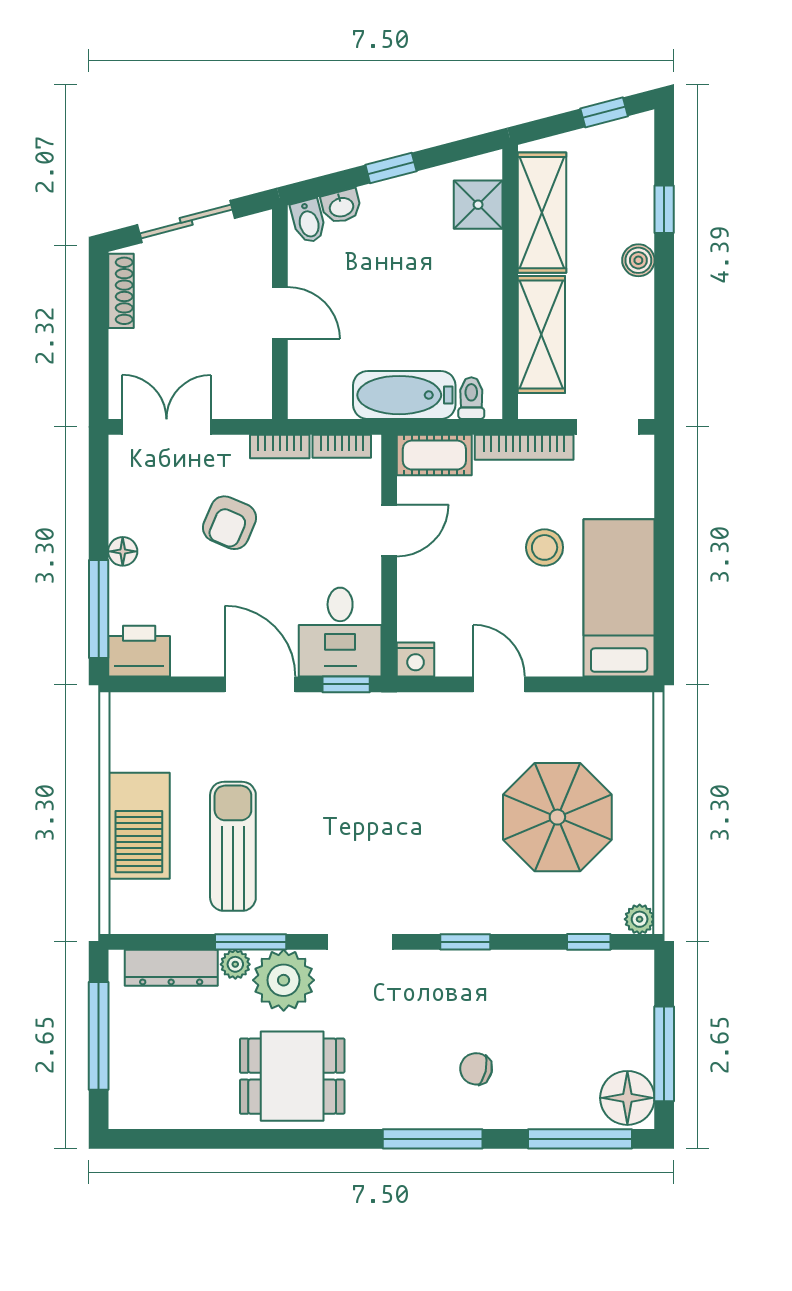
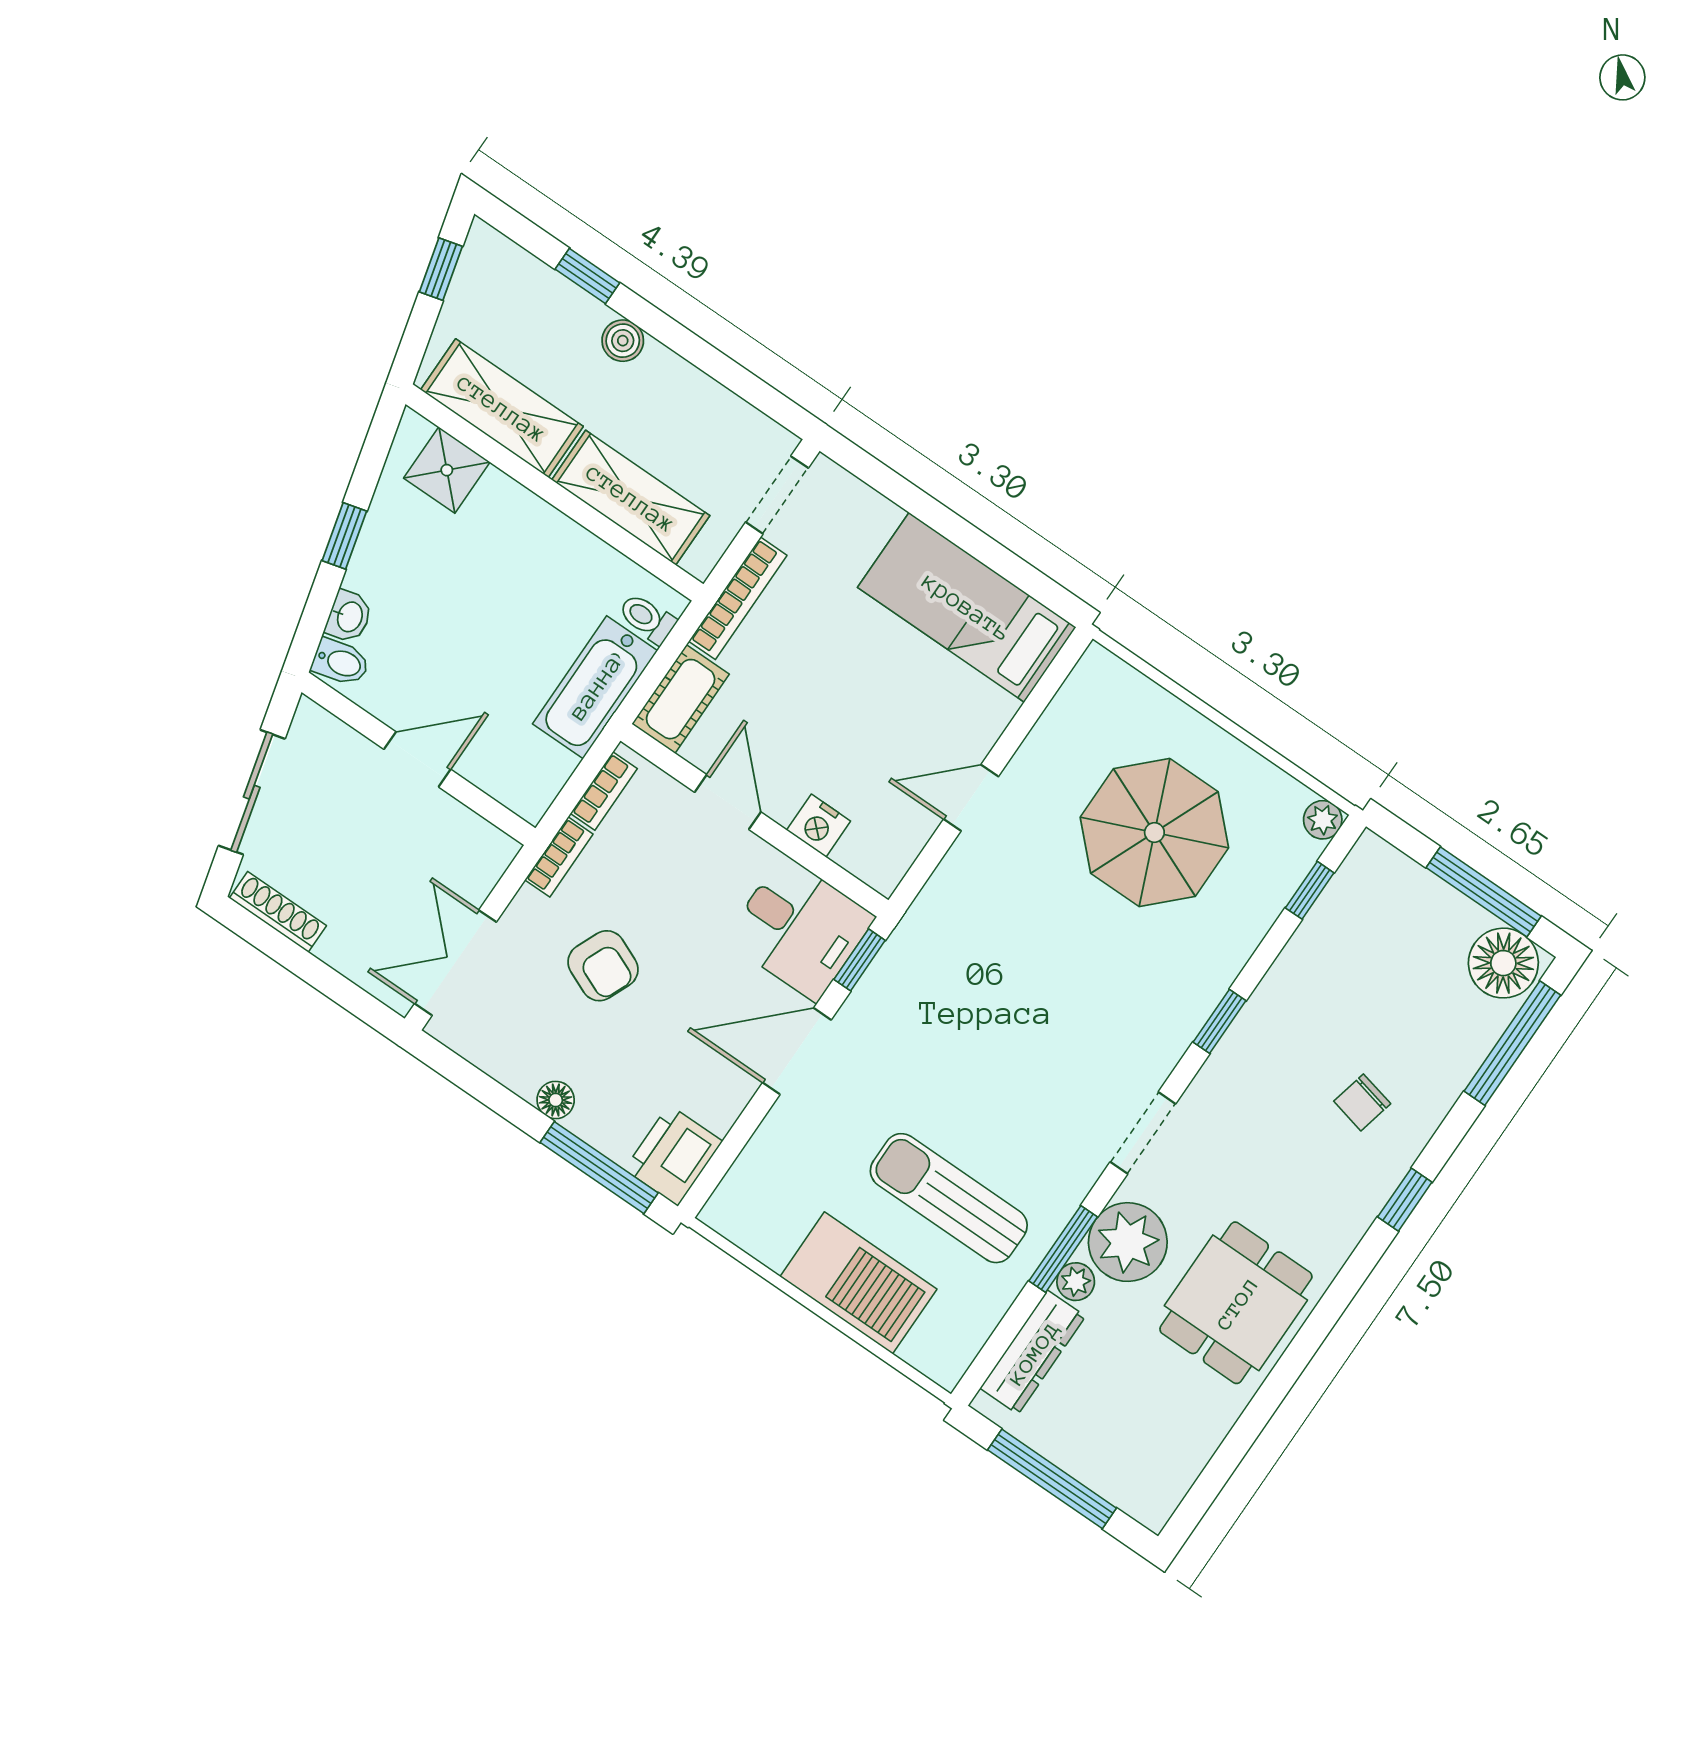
stool: (545, 547) -> (859, 650), removed
nightstand: (416, 660) -> (819, 826), moved, turned 90
window: (433, 1139) -> (1405, 1200), width x0.46

